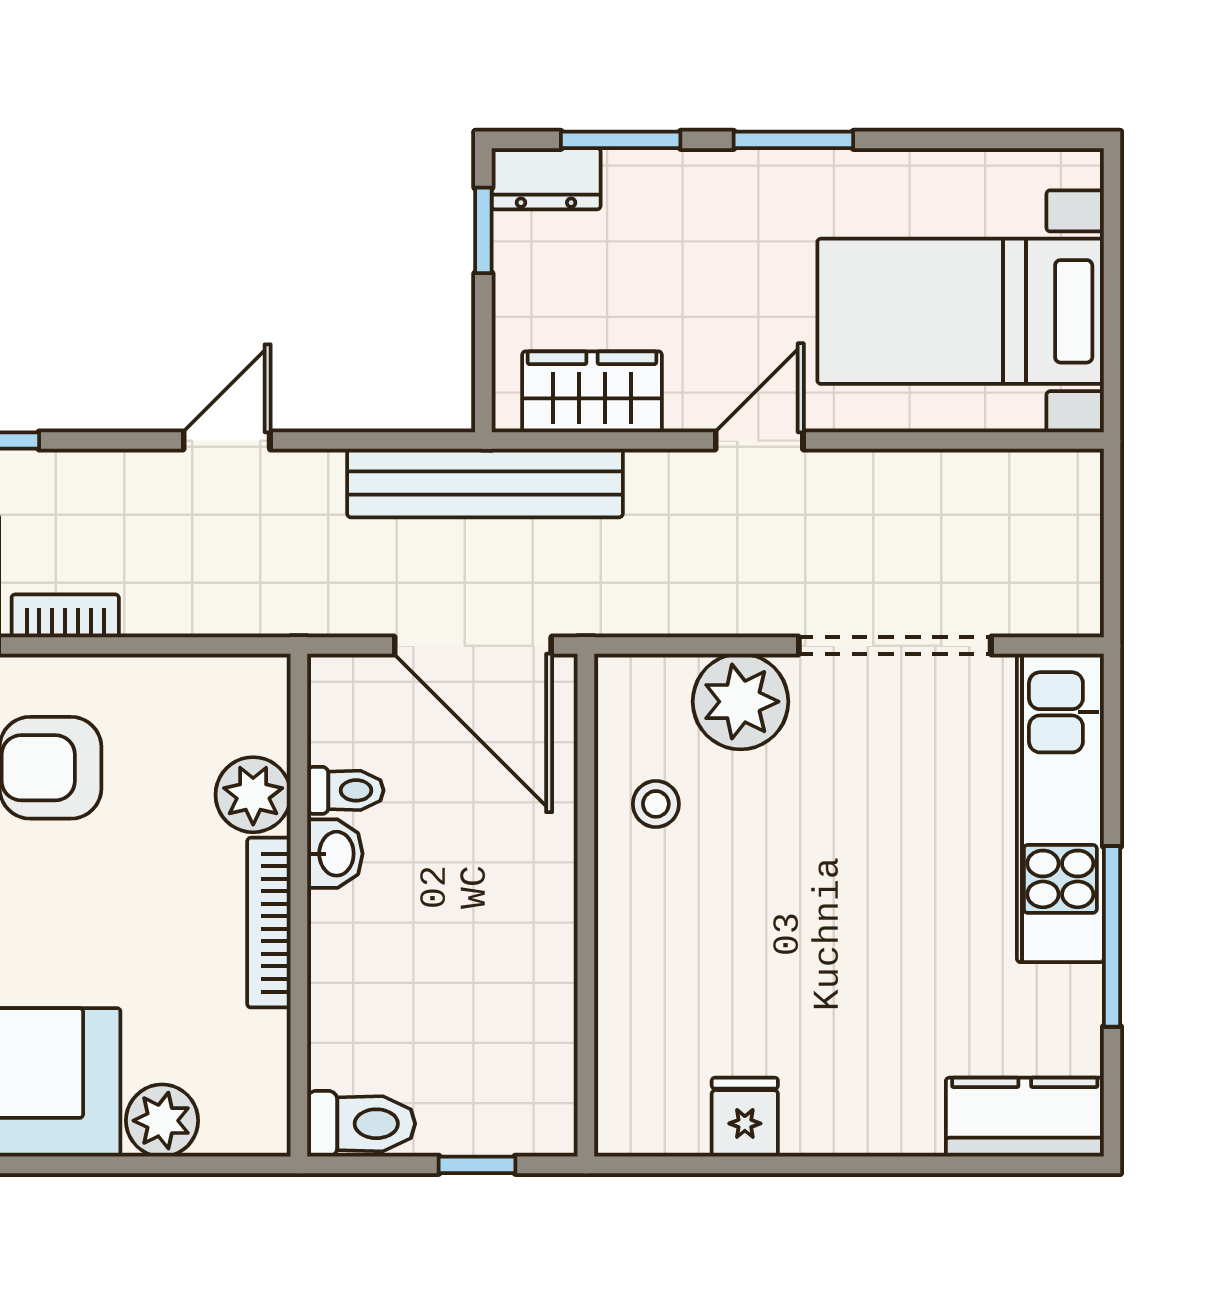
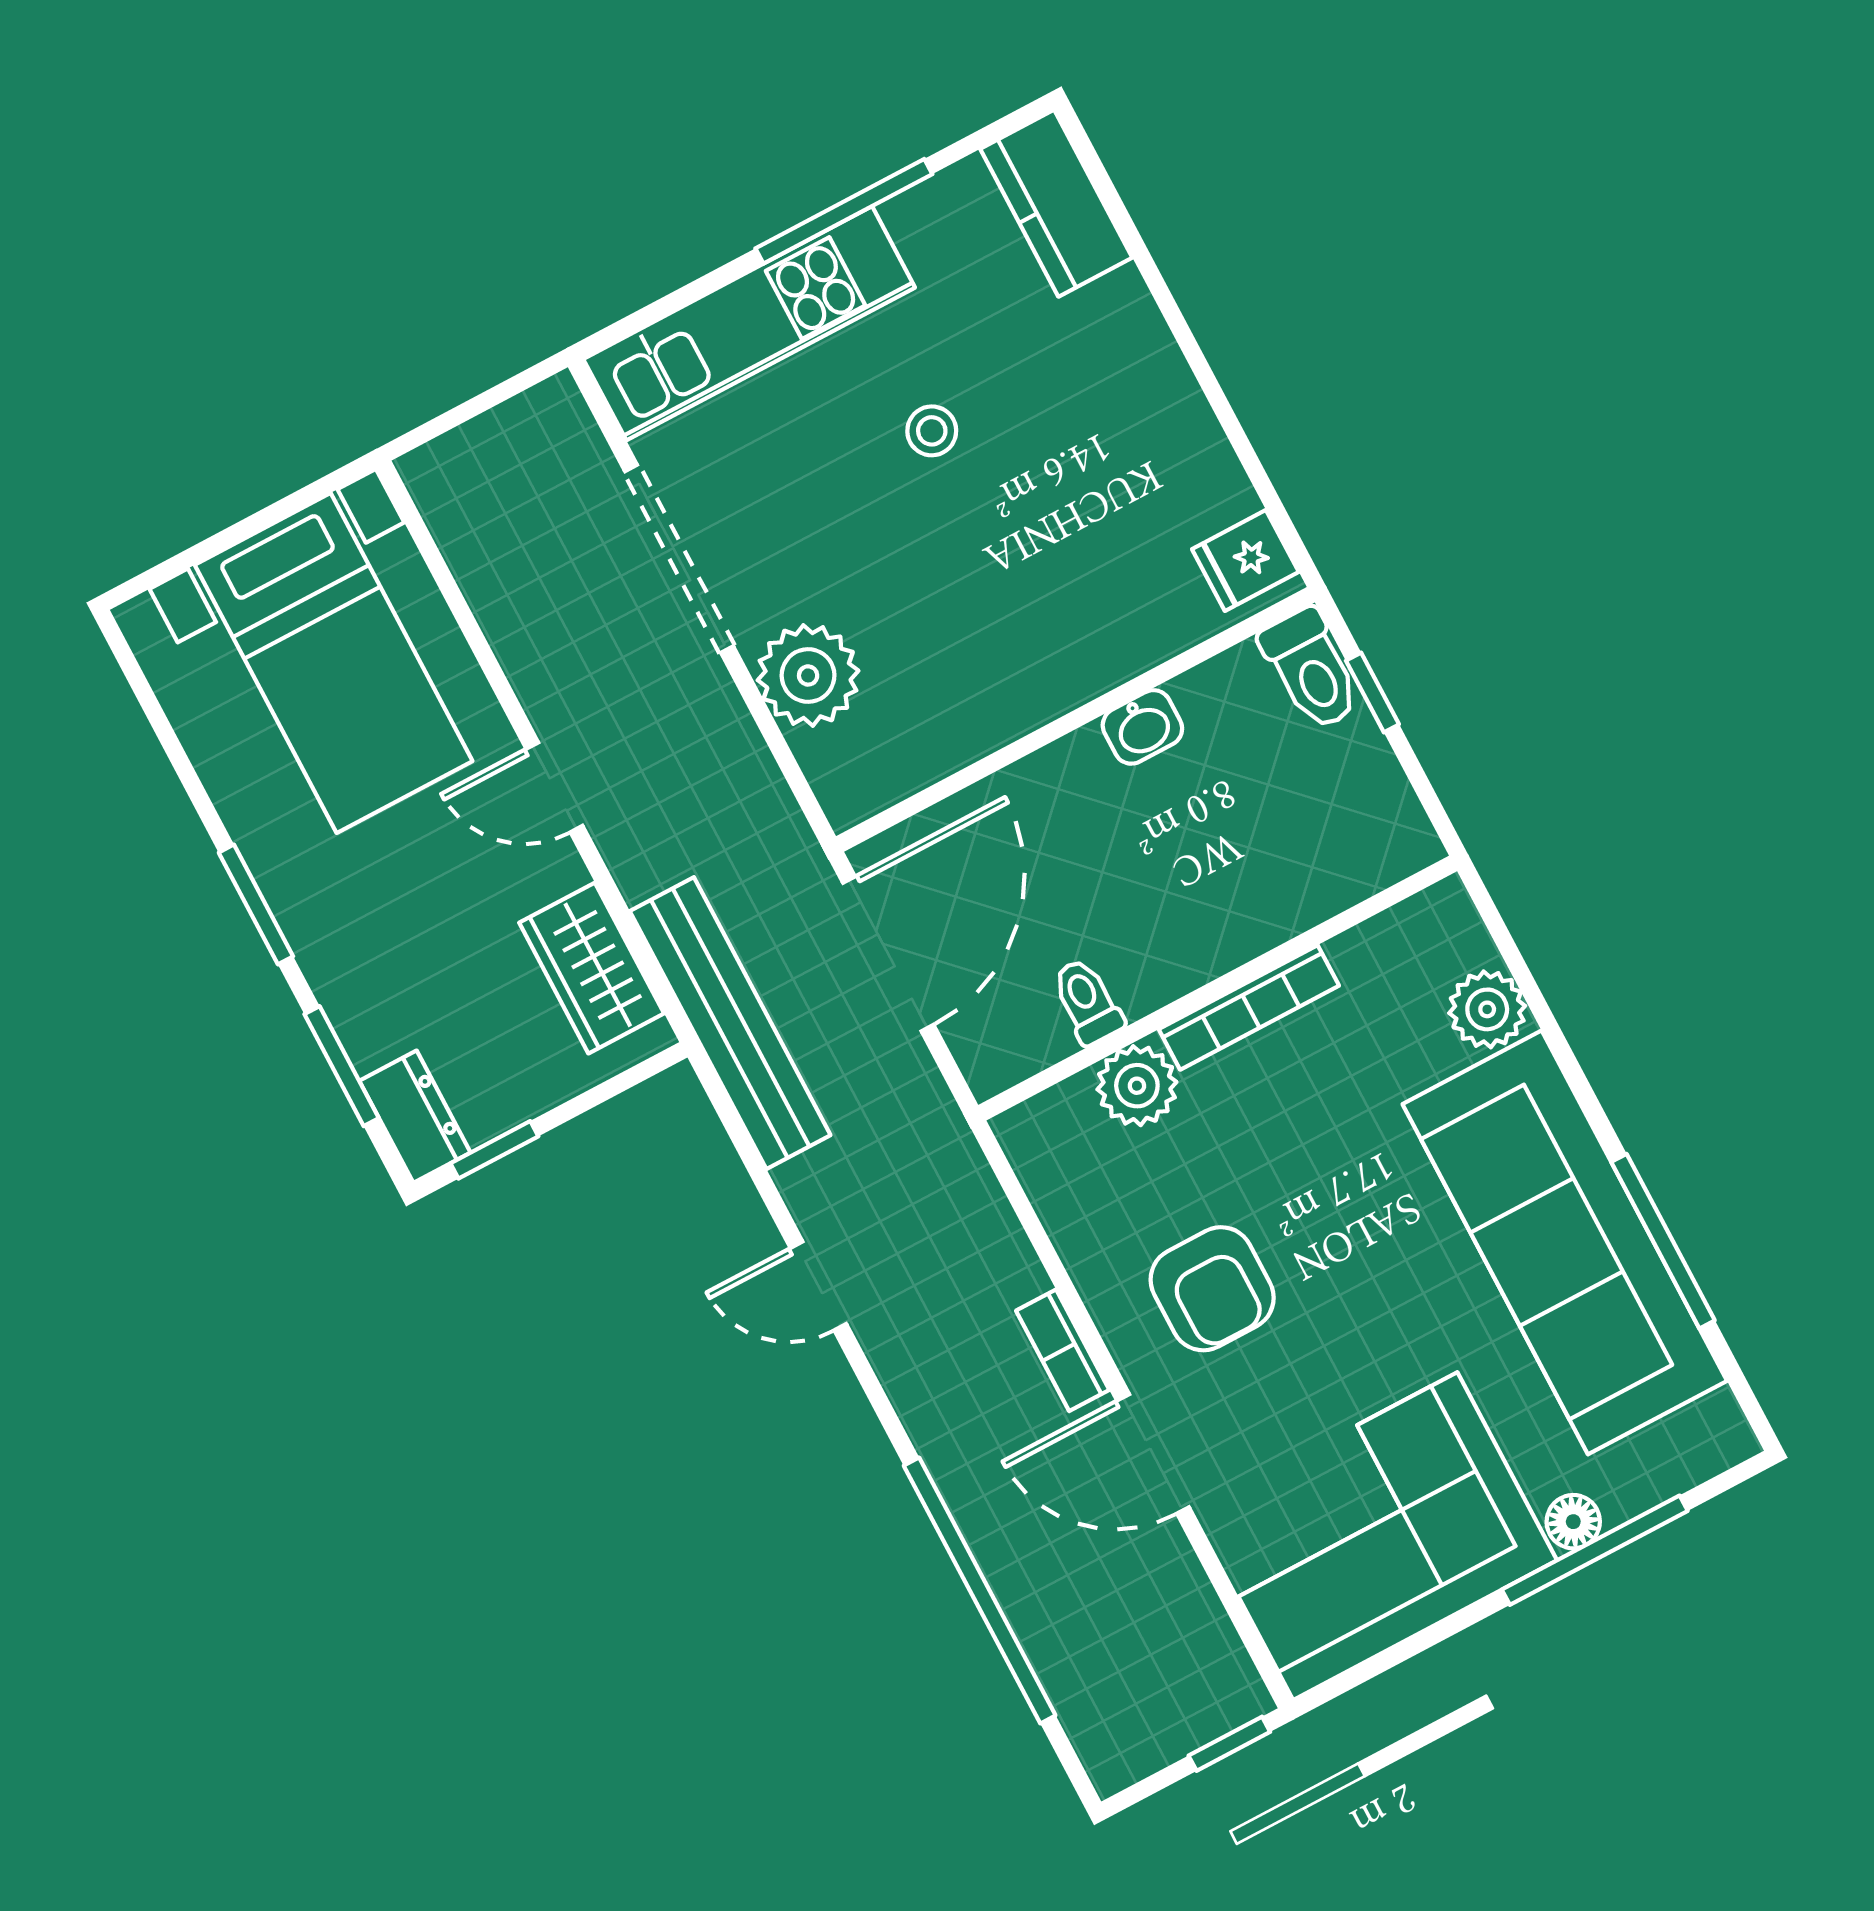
stool: (656, 804) -> (932, 431), moved
washbasin: (335, 854) -> (1142, 727), moved, turned 180
fridge: (745, 1117) -> (1245, 560), moved
toilet: (361, 1124) -> (1311, 669), moved, turned 180

